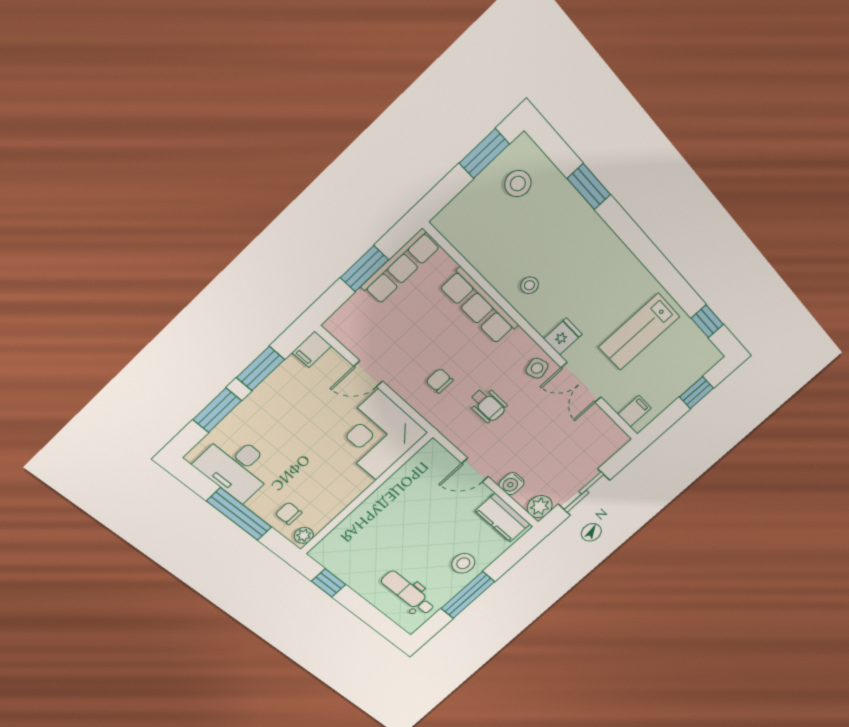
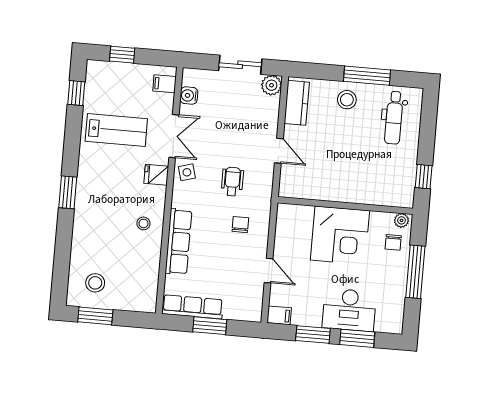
window: (589, 187) -> (68, 192), moved
chair: (439, 381) -> (240, 225), turned 180
corner desk: (377, 435) -> (340, 235), moved
desk: (236, 467) -> (349, 310), moved, turned 90
water cooler: (512, 484) -> (189, 96), moved, turned 180

